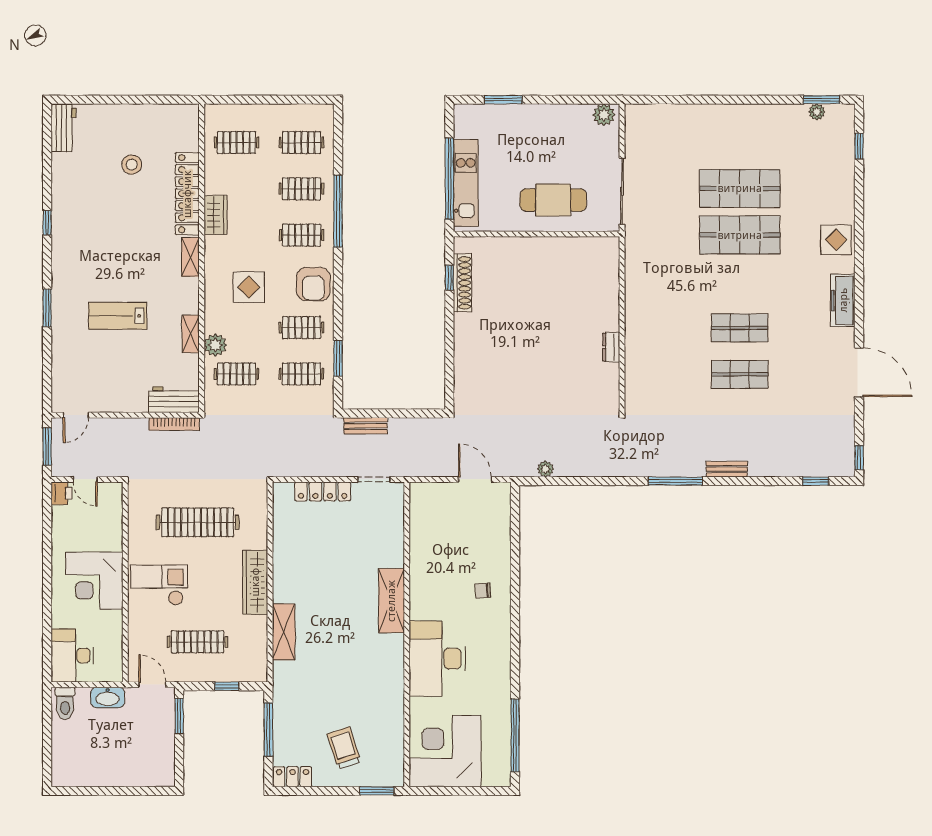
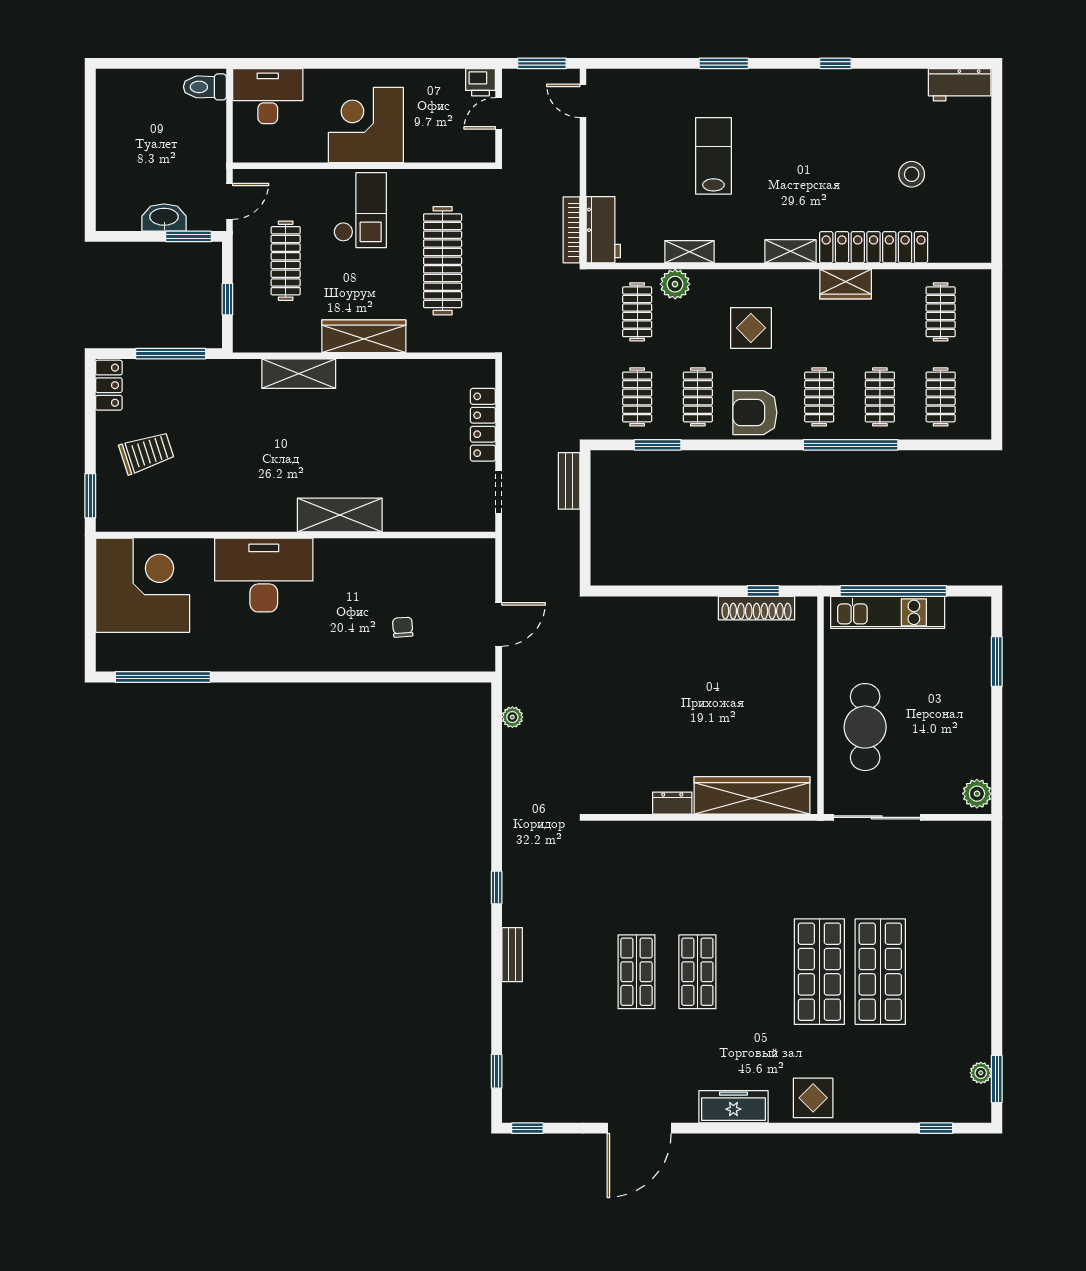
wardrobe: (605, 286) -> (752, 795), added
window: (675, 481) -> (497, 887), width x0.46
chair: (483, 591) -> (403, 627), moved
washbasin: (108, 697) -> (164, 218), moved, turned 90

